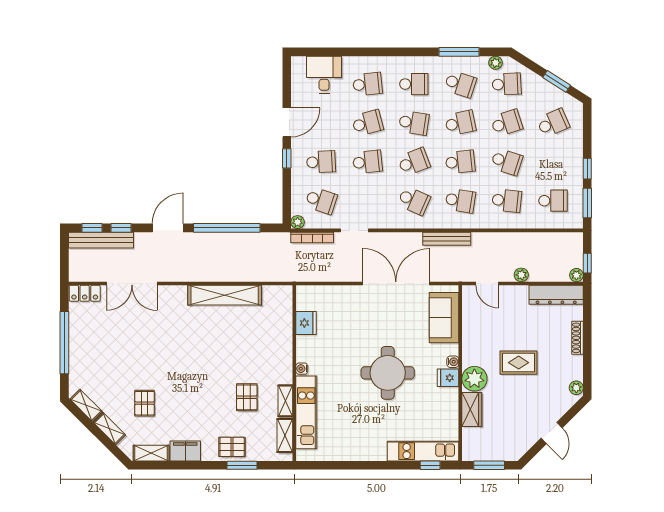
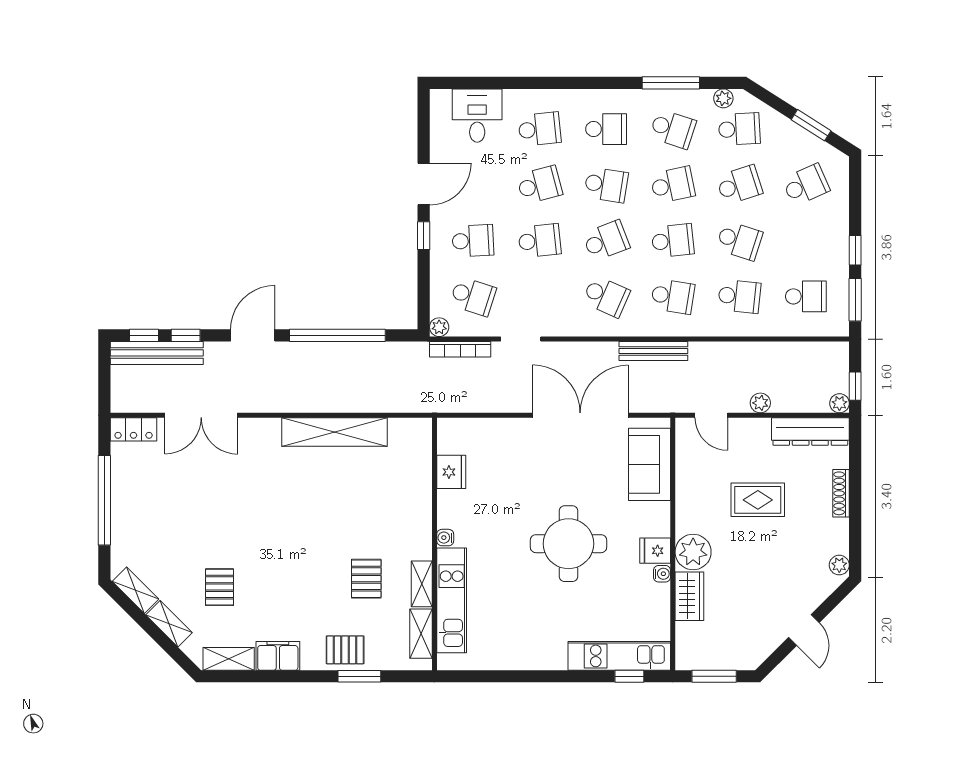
water cooler: (453, 362) -> (662, 574), moved
rug: (519, 363) -> (758, 500), moved

